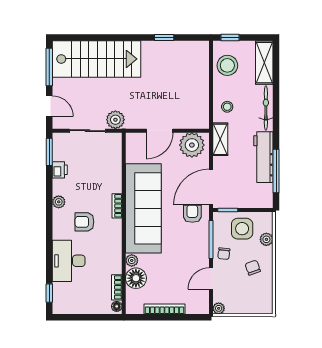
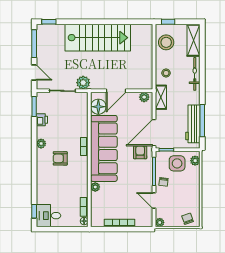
window: (164, 38) -> (49, 22), moved
stairs: (96, 59) -> (98, 38), moved
plant: (192, 145) -> (144, 97), width x0.53, depth x0.53
workbench: (263, 157) -> (193, 124), moved
plant: (266, 239) -> (195, 161), moved
desk: (69, 261) -> (49, 216), moved, width x0.73
chair: (253, 268) -> (188, 219), moved
floor lamp: (136, 278) -> (98, 107), moved
door: (211, 279) -> (154, 200), hinge flipped

